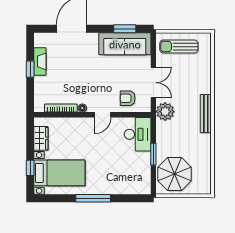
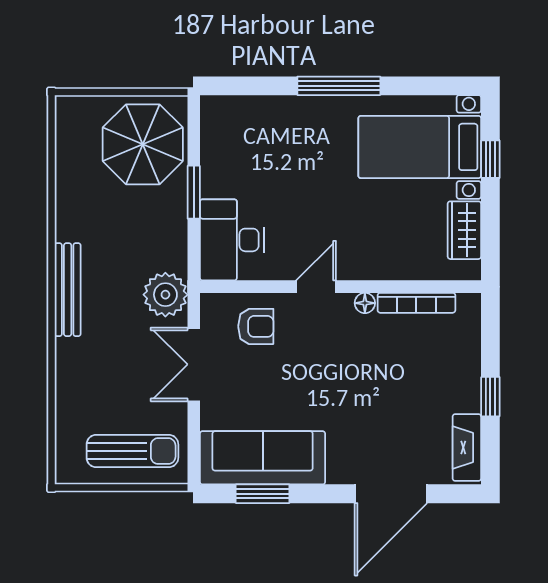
fireplace: (40, 61) -> (467, 447), moved

